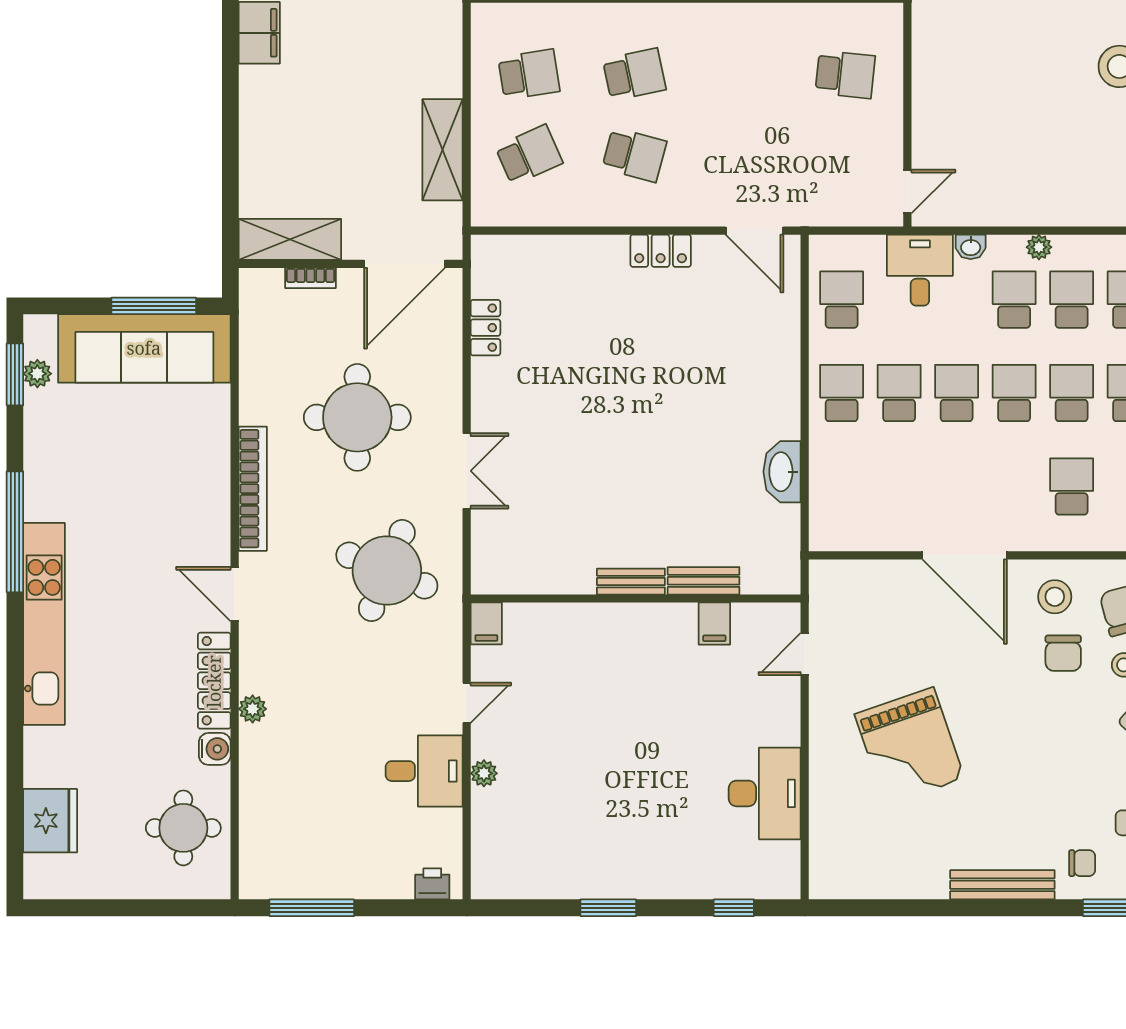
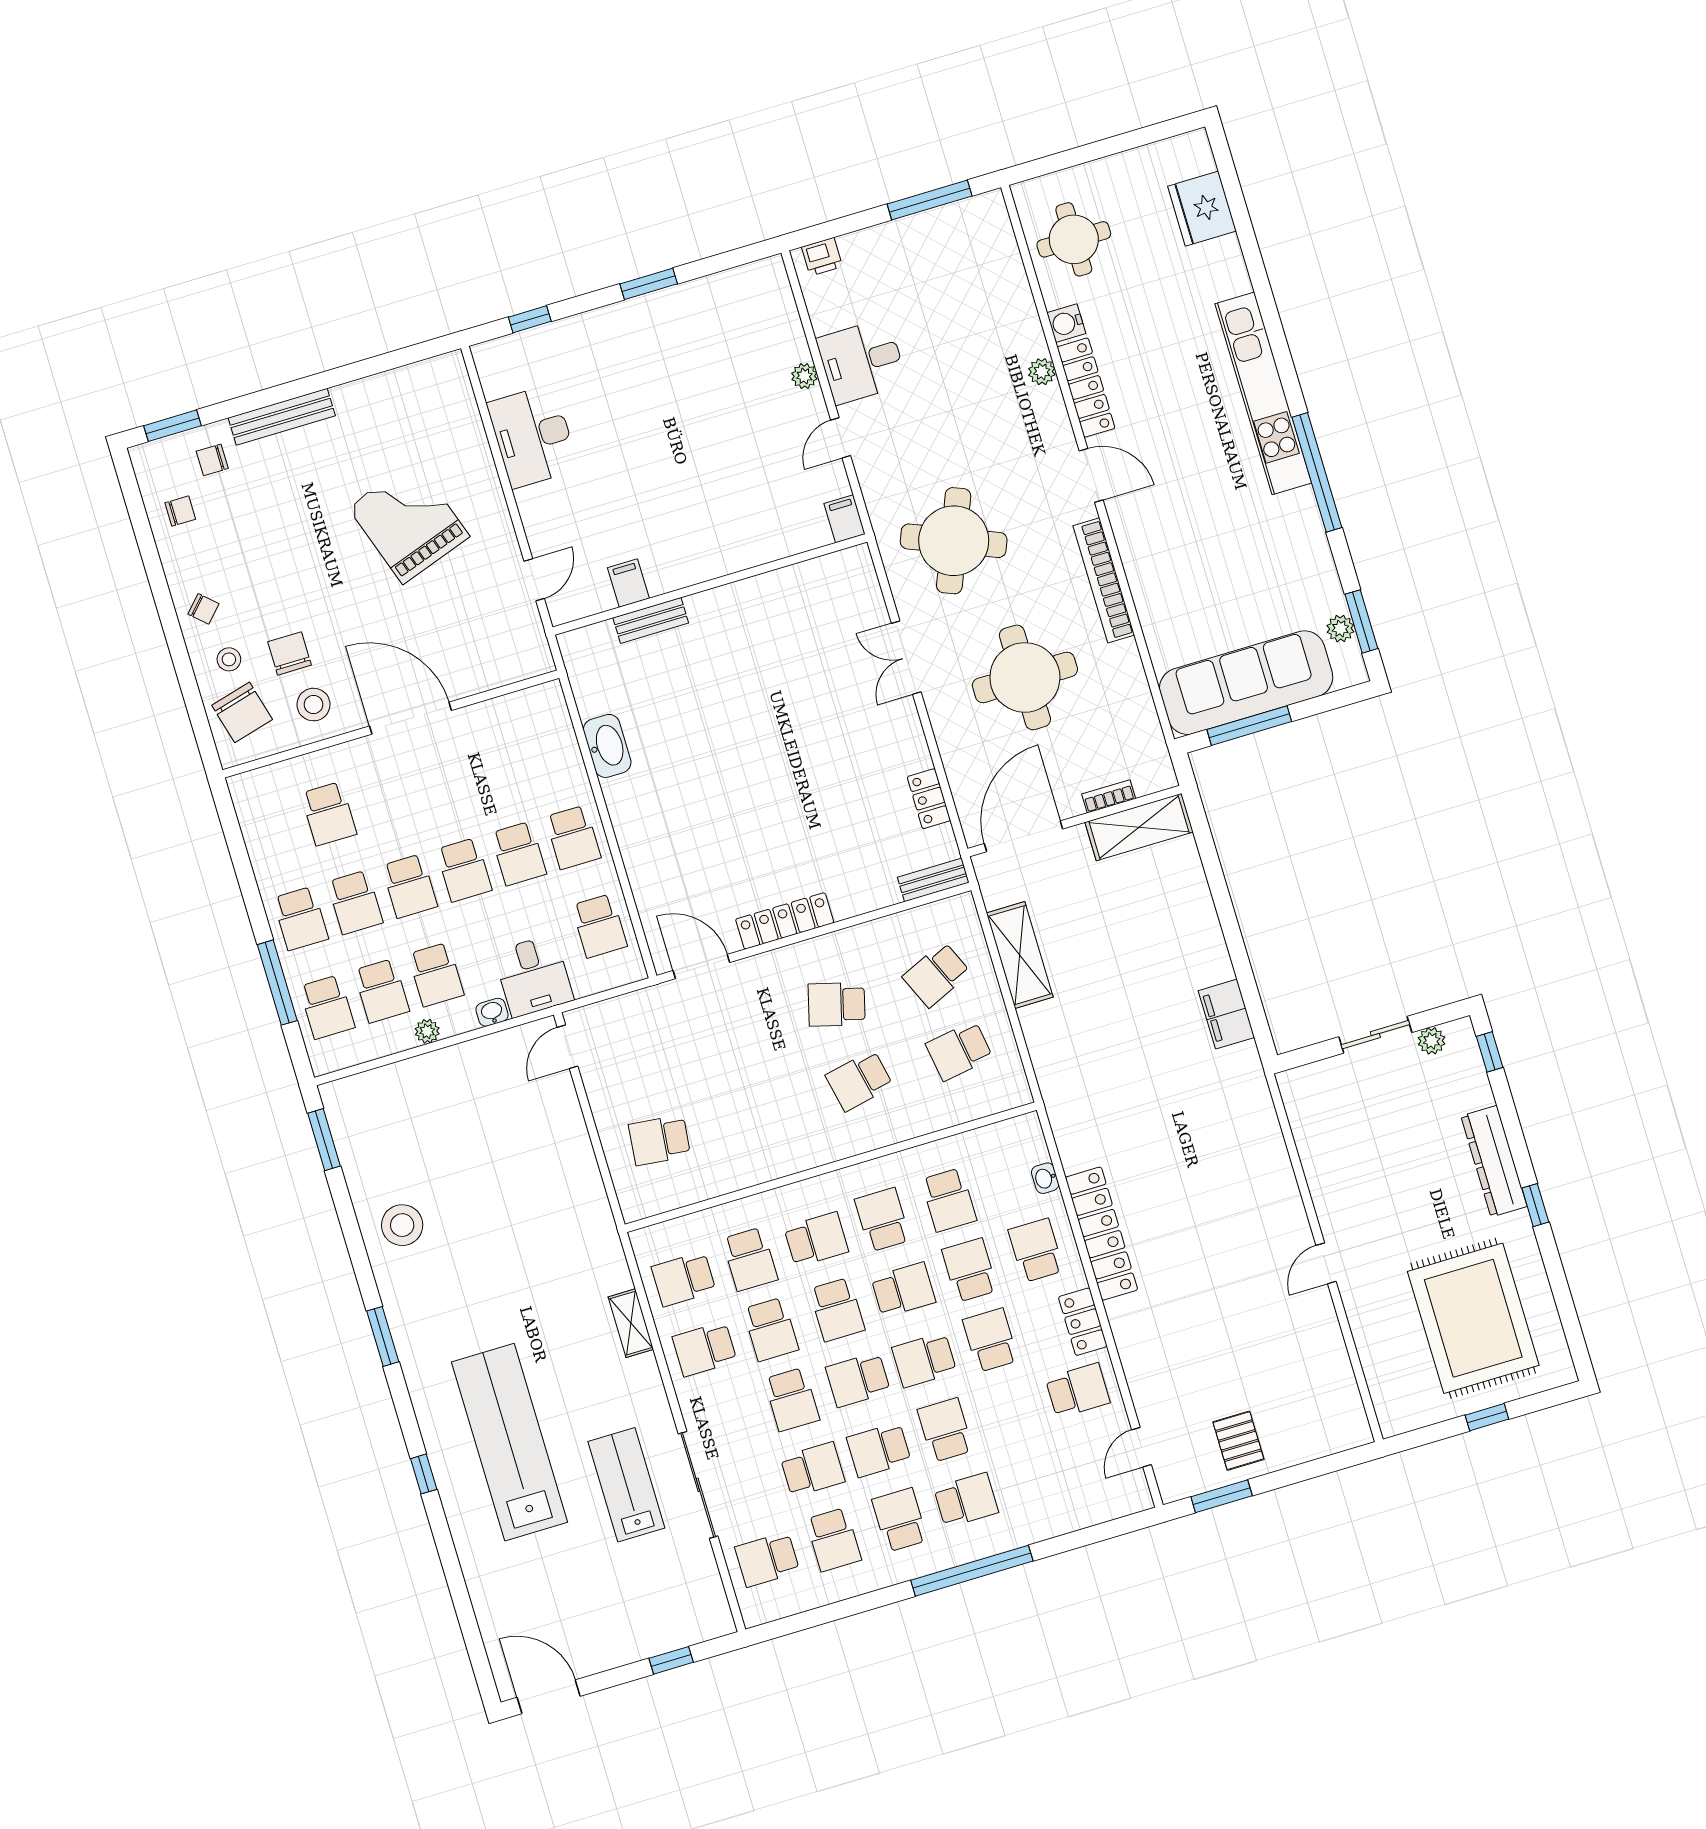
locker: (661, 251) -> (785, 921), width x1.53
bench: (631, 582) -> (933, 880), moved

